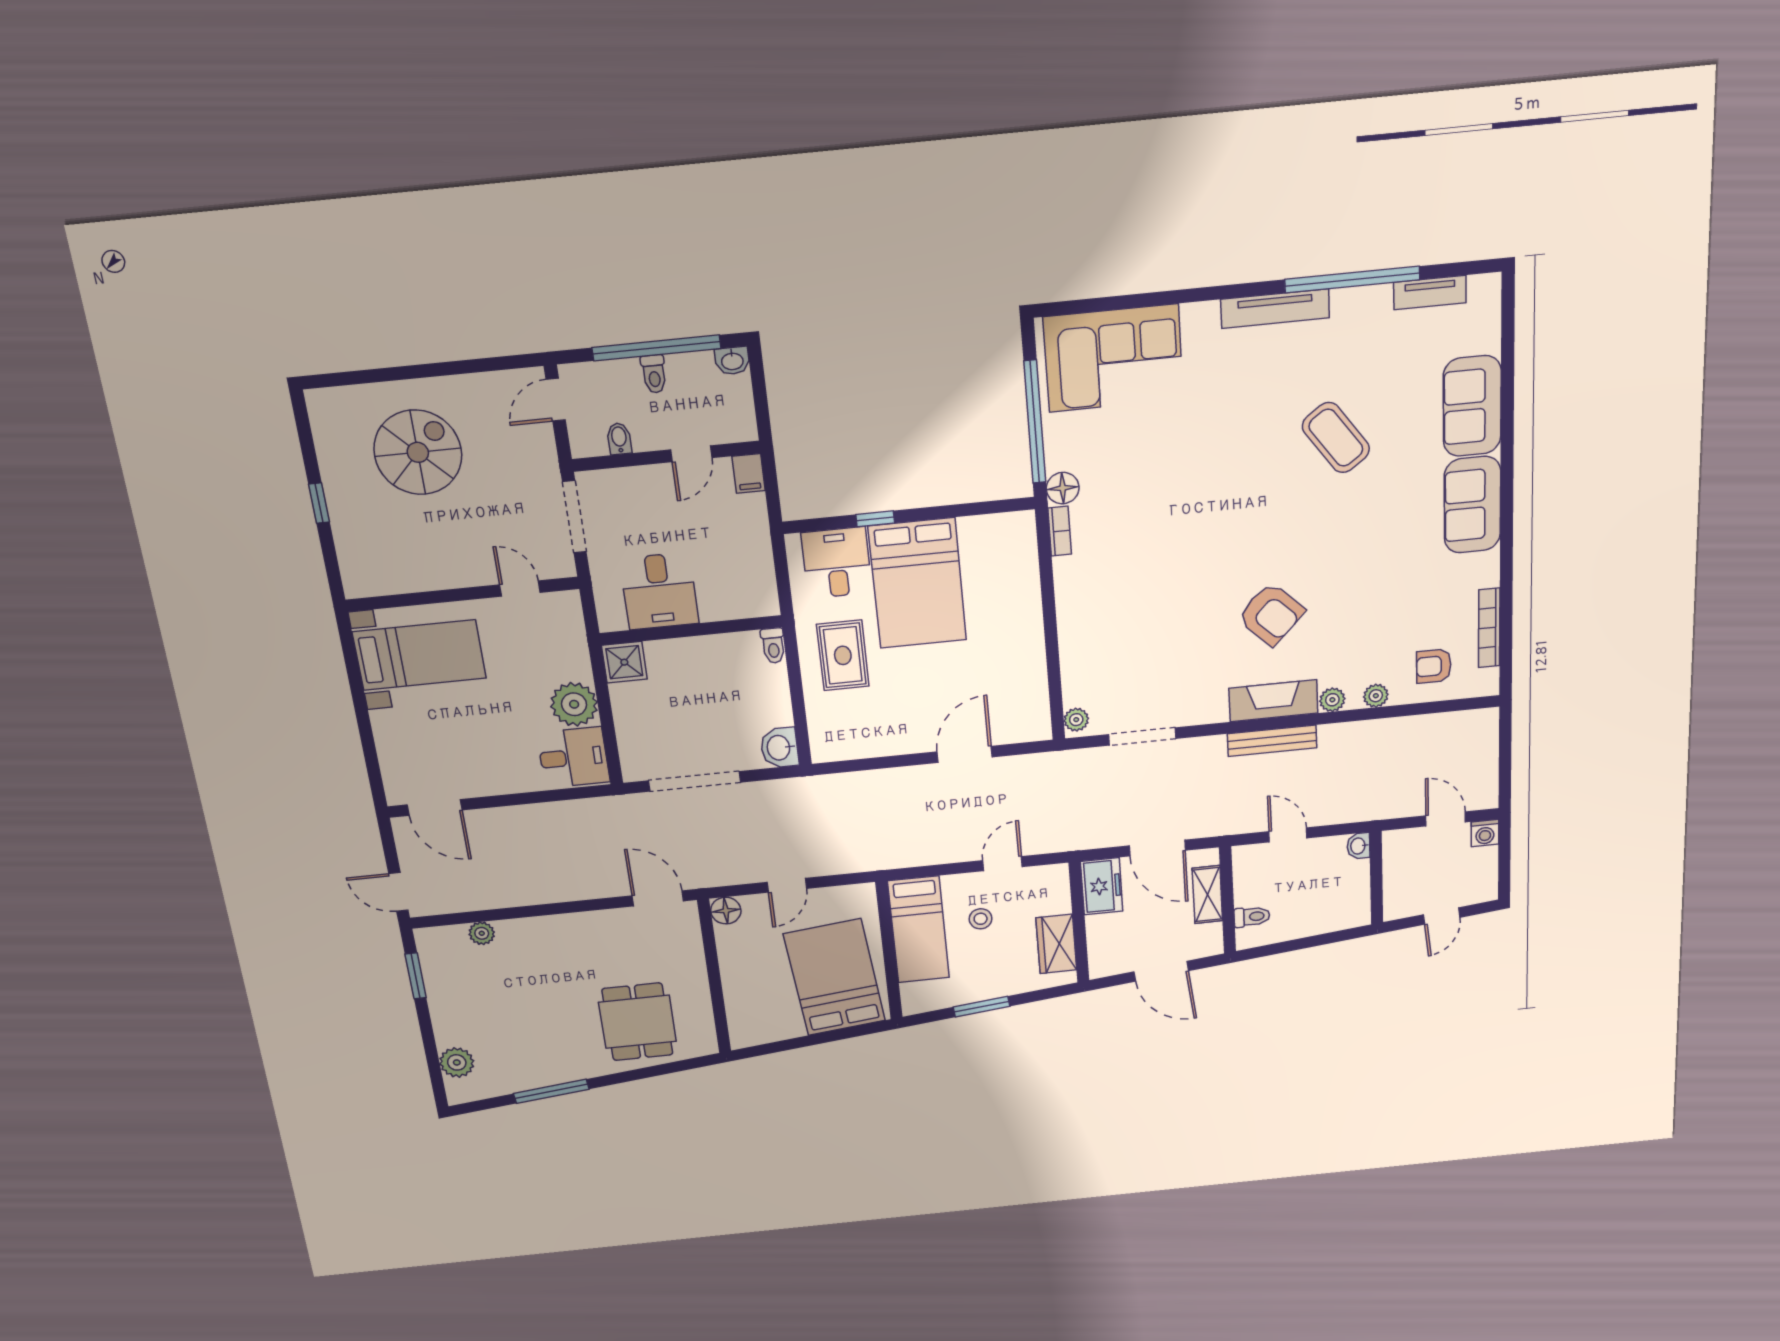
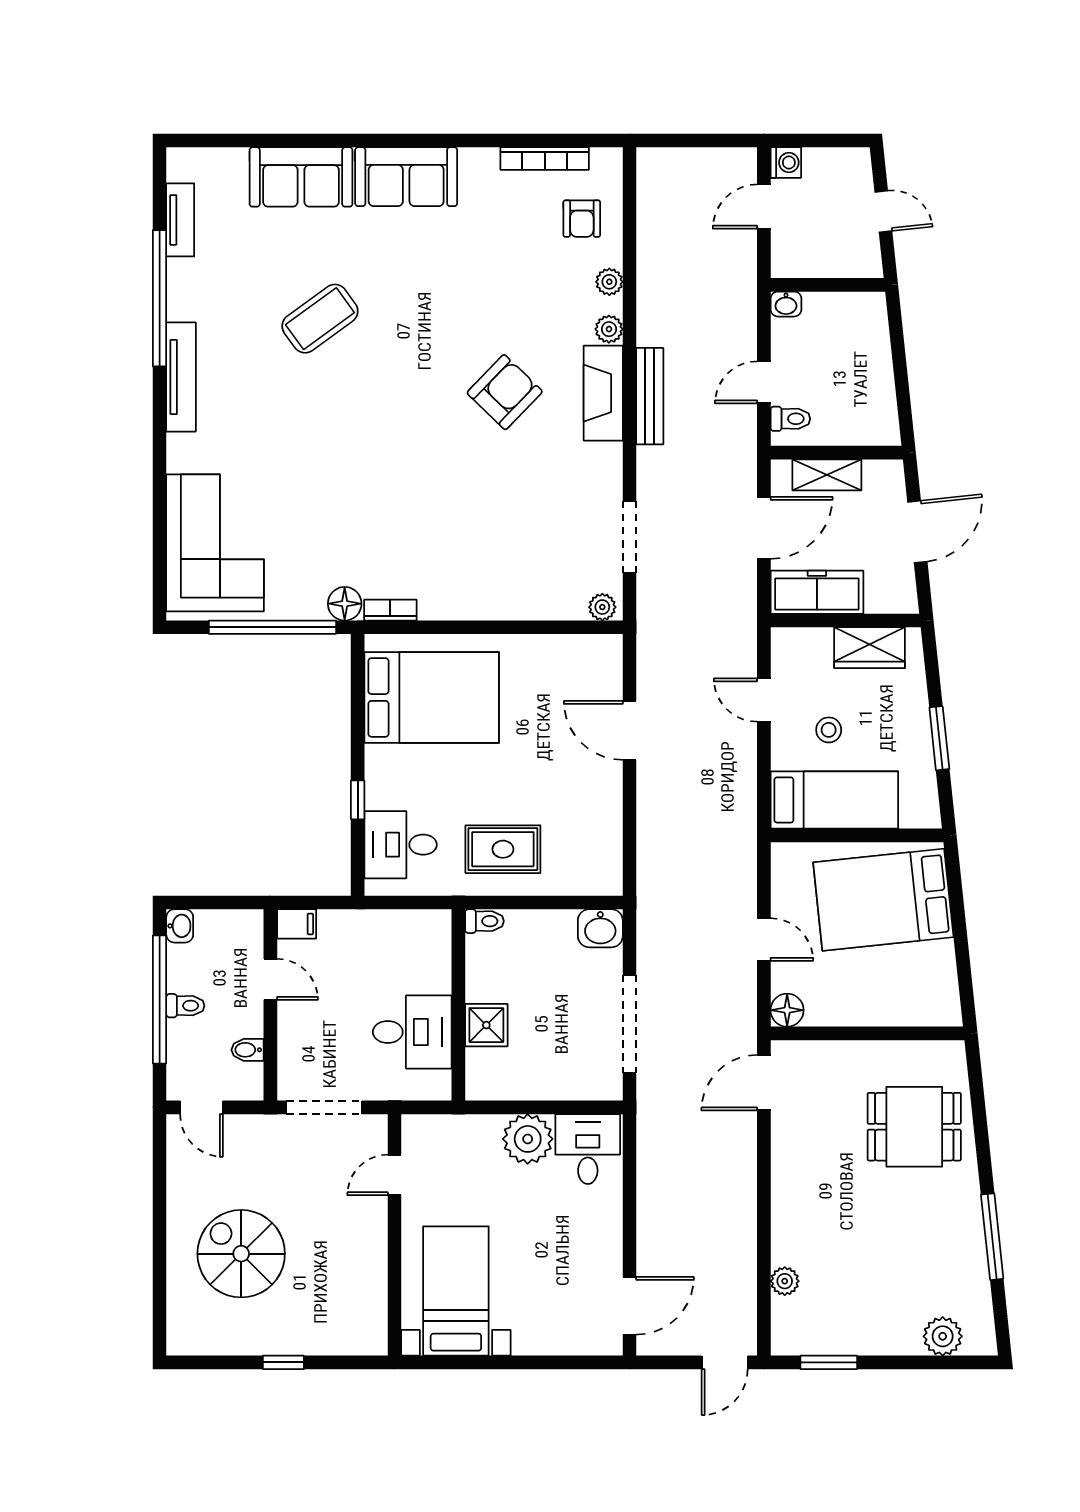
bed: (917, 583) -> (432, 697), moved
shower: (624, 662) -> (486, 1025), moved
freezer: (1102, 886) -> (817, 592), width x1.40
toilet: (1252, 917) -> (790, 419), moved, turned 90

